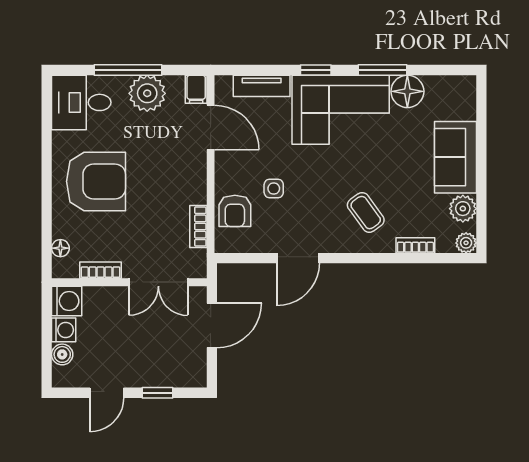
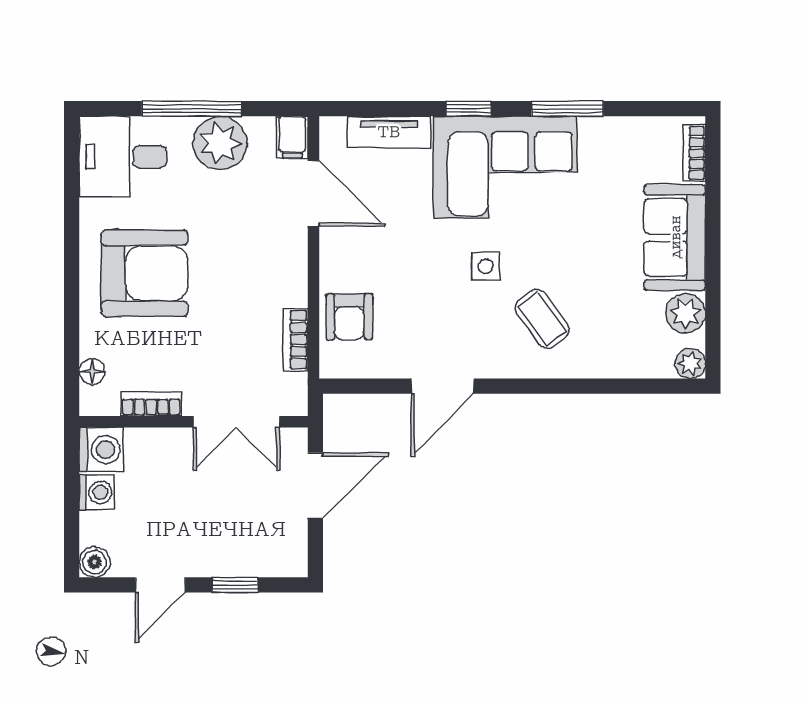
floor lamp: (407, 91) -> (604, 140), removed
side table: (274, 189) -> (486, 266), moved
bookcase: (415, 245) -> (694, 153), moved, turned -90
boiler: (62, 354) -> (95, 562), moved

